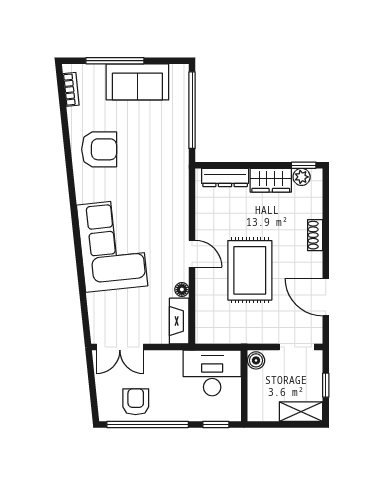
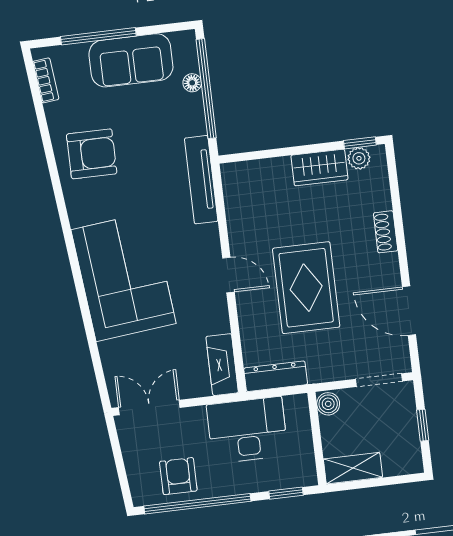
dresser: (225, 178) -> (276, 376), moved, turned 180
tv unit: (180, 179) -> (201, 180), added
floor lamp: (182, 290) -> (192, 83), moved
double door: (120, 347) -> (149, 408), swing flipped
desk: (212, 373) -> (247, 430), moved
shelving: (301, 412) -> (353, 468), moved

